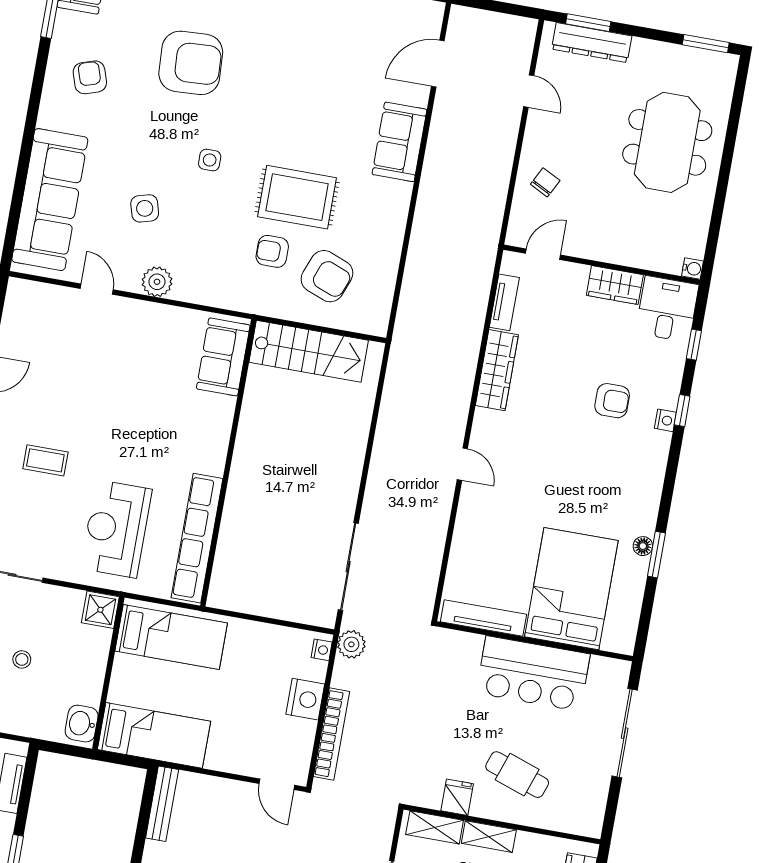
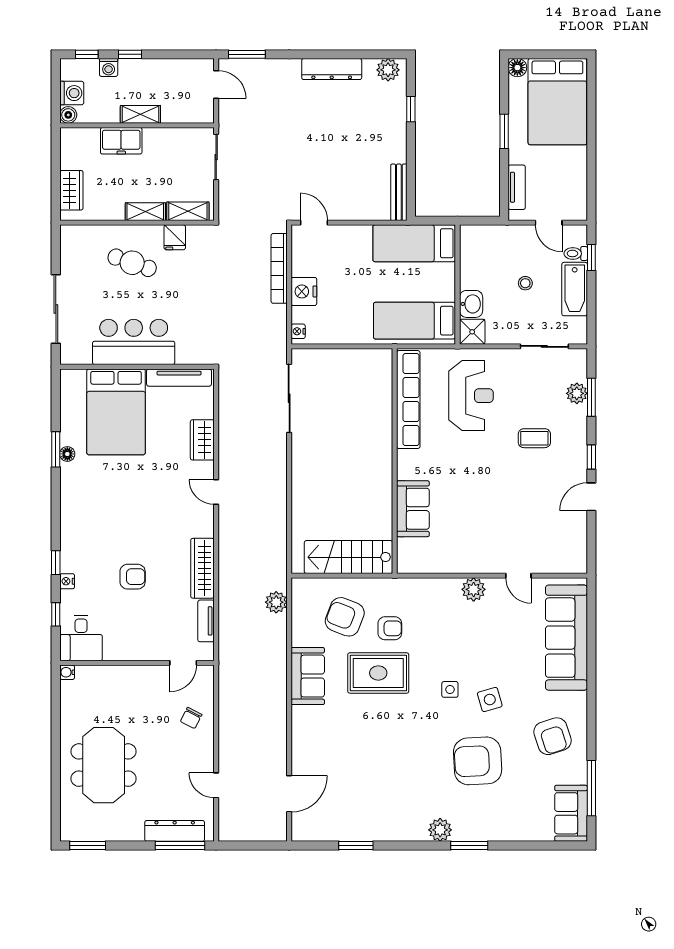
window: (588, 23) -> (180, 846), width x1.44
armchair: (90, 77) -> (552, 736), width x1.38, depth x1.38
sofa: (399, 142) -> (308, 676), moved
side table: (145, 208) -> (490, 700), moved
wardrobe: (615, 285) -> (202, 440), moved, turned -90
sofa: (223, 357) -> (413, 509), moved
armchair: (612, 401) -> (133, 577), moved, turned 180
nightstand: (665, 420) -> (67, 581), moved
plant: (351, 644) -> (276, 602), moved
washbasin: (82, 724) -> (471, 304), moved

